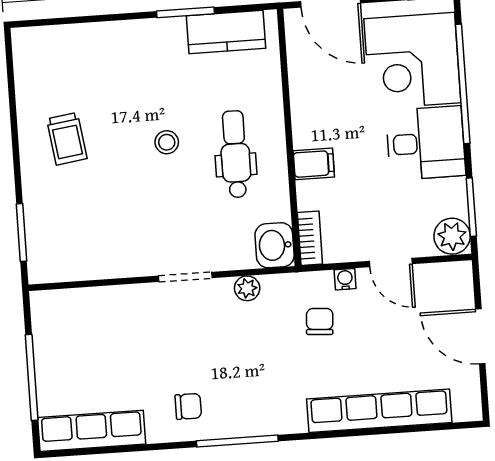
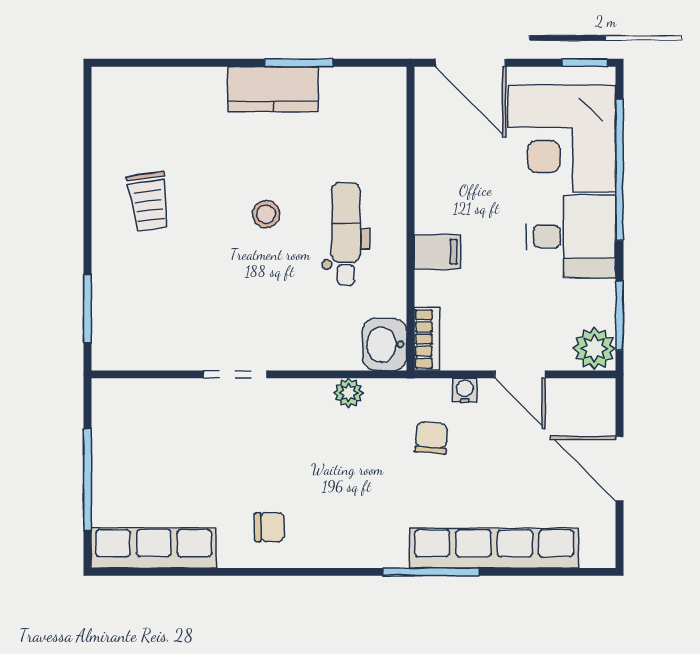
kitchen counter: (226, 32) -> (273, 89), moved
doorway: (185, 277) -> (235, 374), moved
window: (237, 441) -> (431, 572), moved

